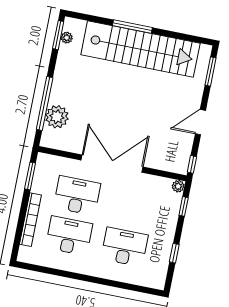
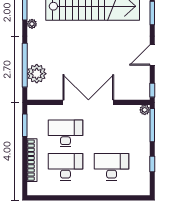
plant: (67, 38) -> (32, 24), moved
window: (184, 206) -> (152, 125), width x2.17

